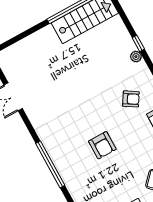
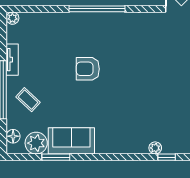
armchair: (131, 99) -> (117, 121), removed

